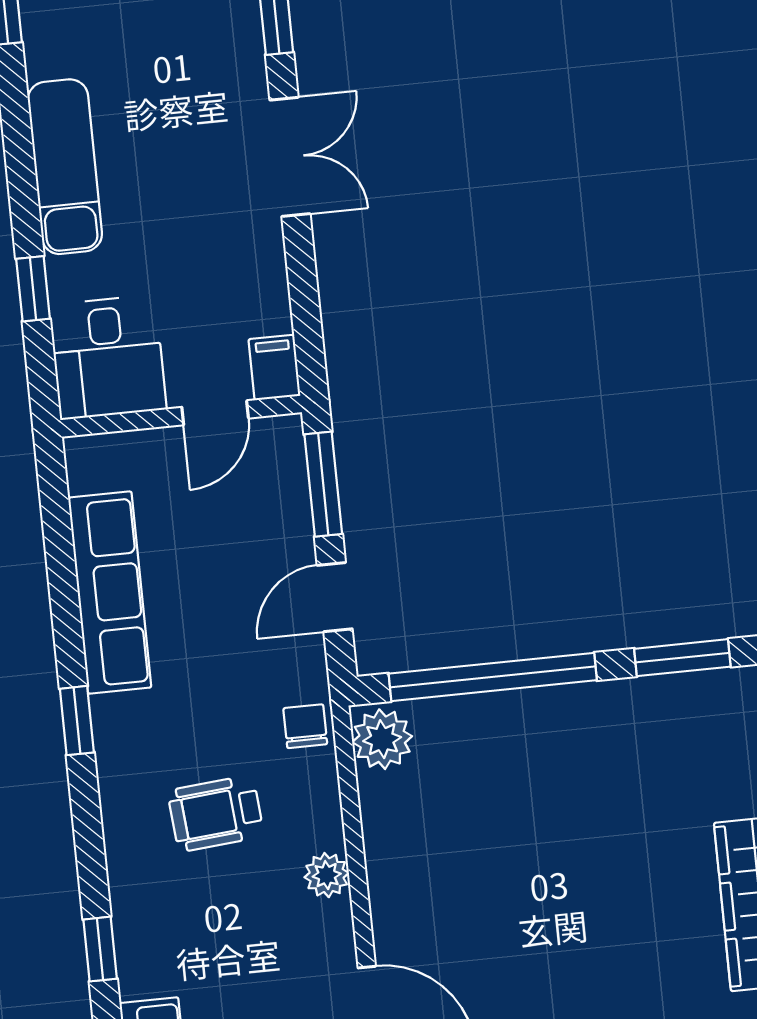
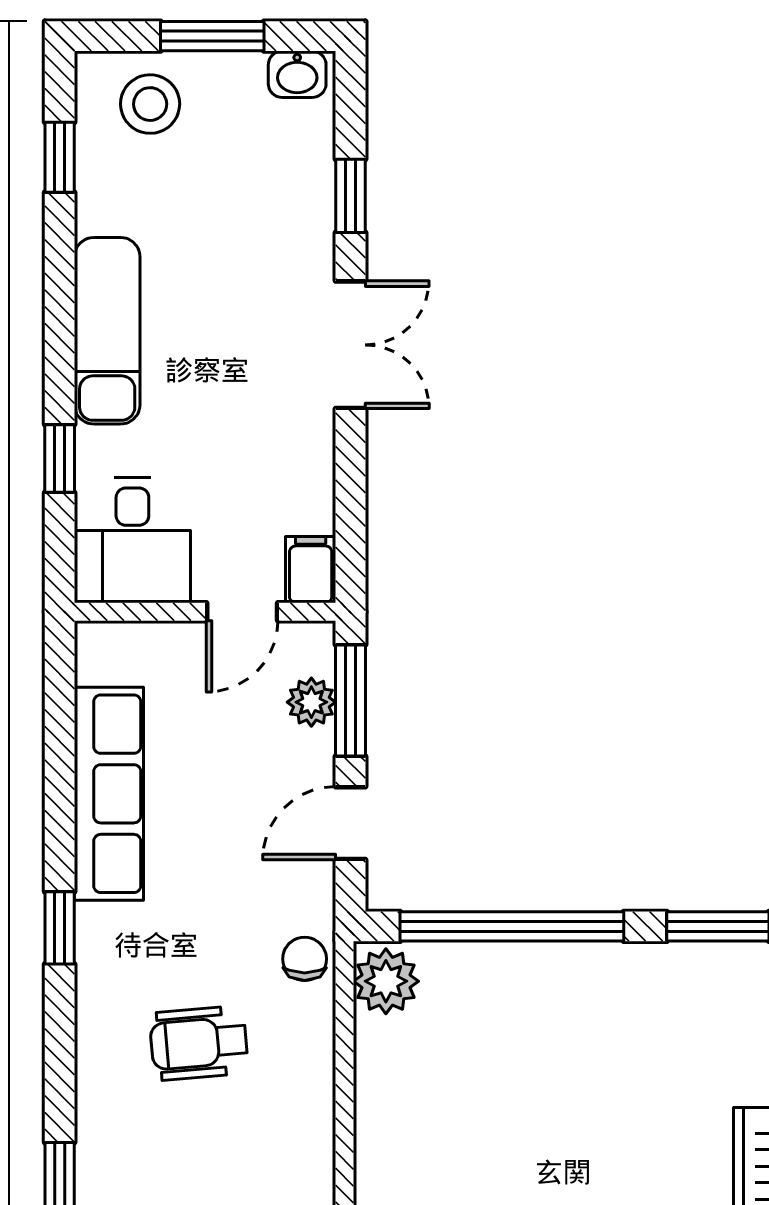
plant: (327, 875) -> (311, 702), moved

